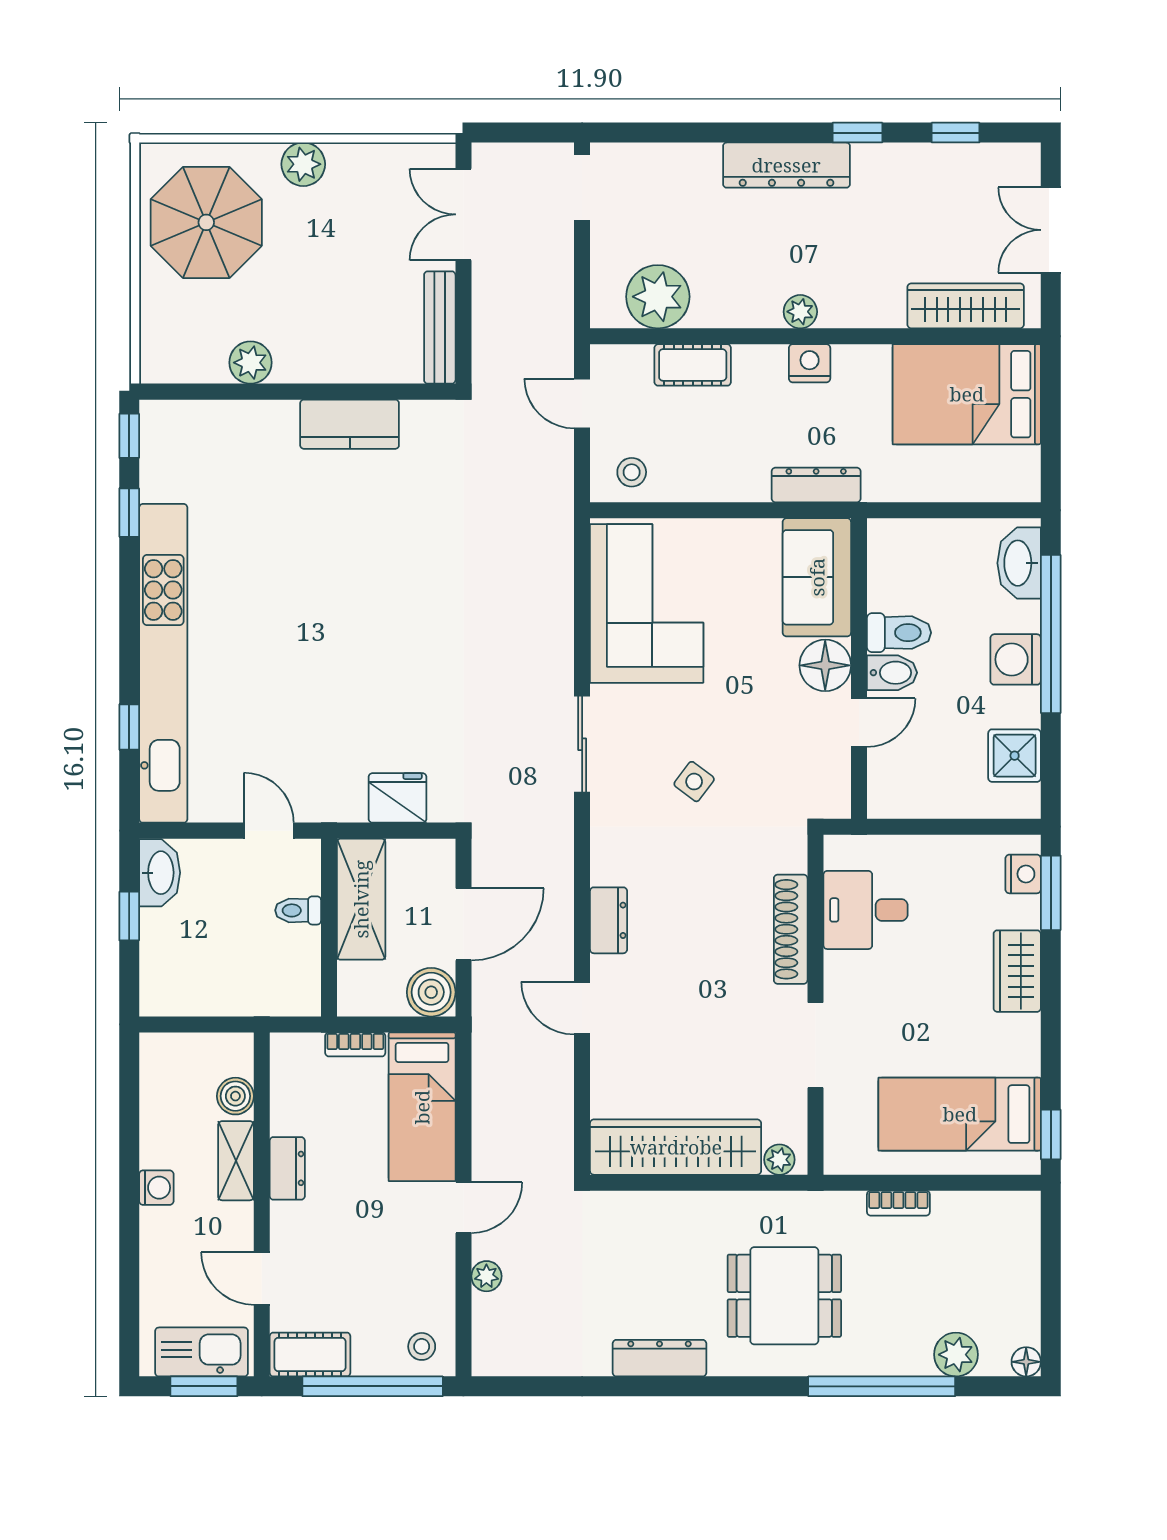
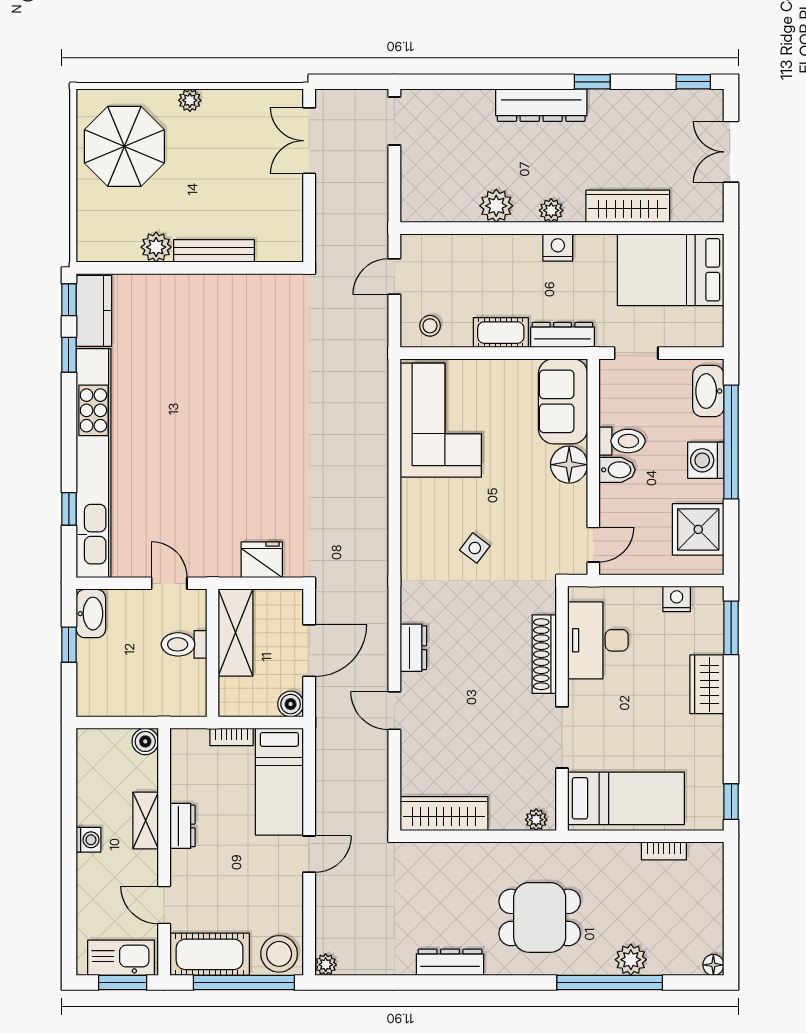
window: (956, 133) -> (693, 82), moved
plant: (303, 164) -> (190, 100), width x0.73, depth x0.73
plant: (658, 297) -> (496, 206), moved, width x0.73, depth x0.73
wardrobe: (966, 306) -> (628, 206), moved
bench: (440, 328) -> (214, 251), moved, turned 90
cot: (693, 365) -> (501, 333), moved
door: (582, 404) -> (394, 276), hinge flipped
kitchen counter: (350, 424) -> (94, 311), moved, turned -90
doorway: (919, 510) -> (636, 353), added
door: (859, 723) -> (593, 545), moved
sliding door: (582, 744) -> (394, 521), removed
shower: (1015, 756) -> (698, 529), width x1.36, depth x1.36
nightstand: (1023, 874) -> (677, 599), moved, turned -90
toilet: (298, 910) -> (184, 644), width x1.37, depth x1.39
desk: (865, 910) -> (598, 640), width x1.37
boiler: (431, 992) -> (291, 704), width x0.73, depth x0.73
boiler: (235, 1096) -> (145, 741), moved
bed: (960, 1114) -> (626, 798), moved, turned 180
wardrobe: (676, 1147) -> (444, 814), width x0.71, depth x0.85
bookcase: (898, 1203) -> (664, 851), moved
plant: (486, 1276) -> (326, 965), moved
stool: (422, 1346) -> (279, 954), width x1.89, depth x1.89
cot: (310, 1354) -> (210, 954), width x1.37, depth x1.34
plant: (956, 1355) -> (631, 960), moved

